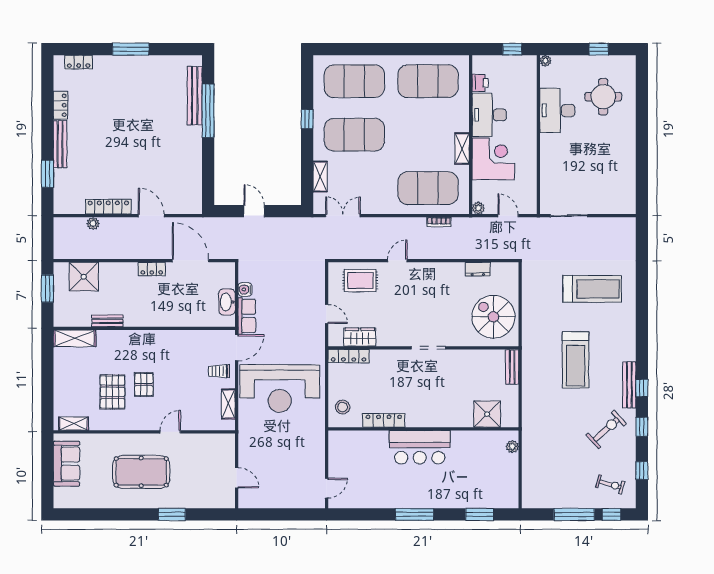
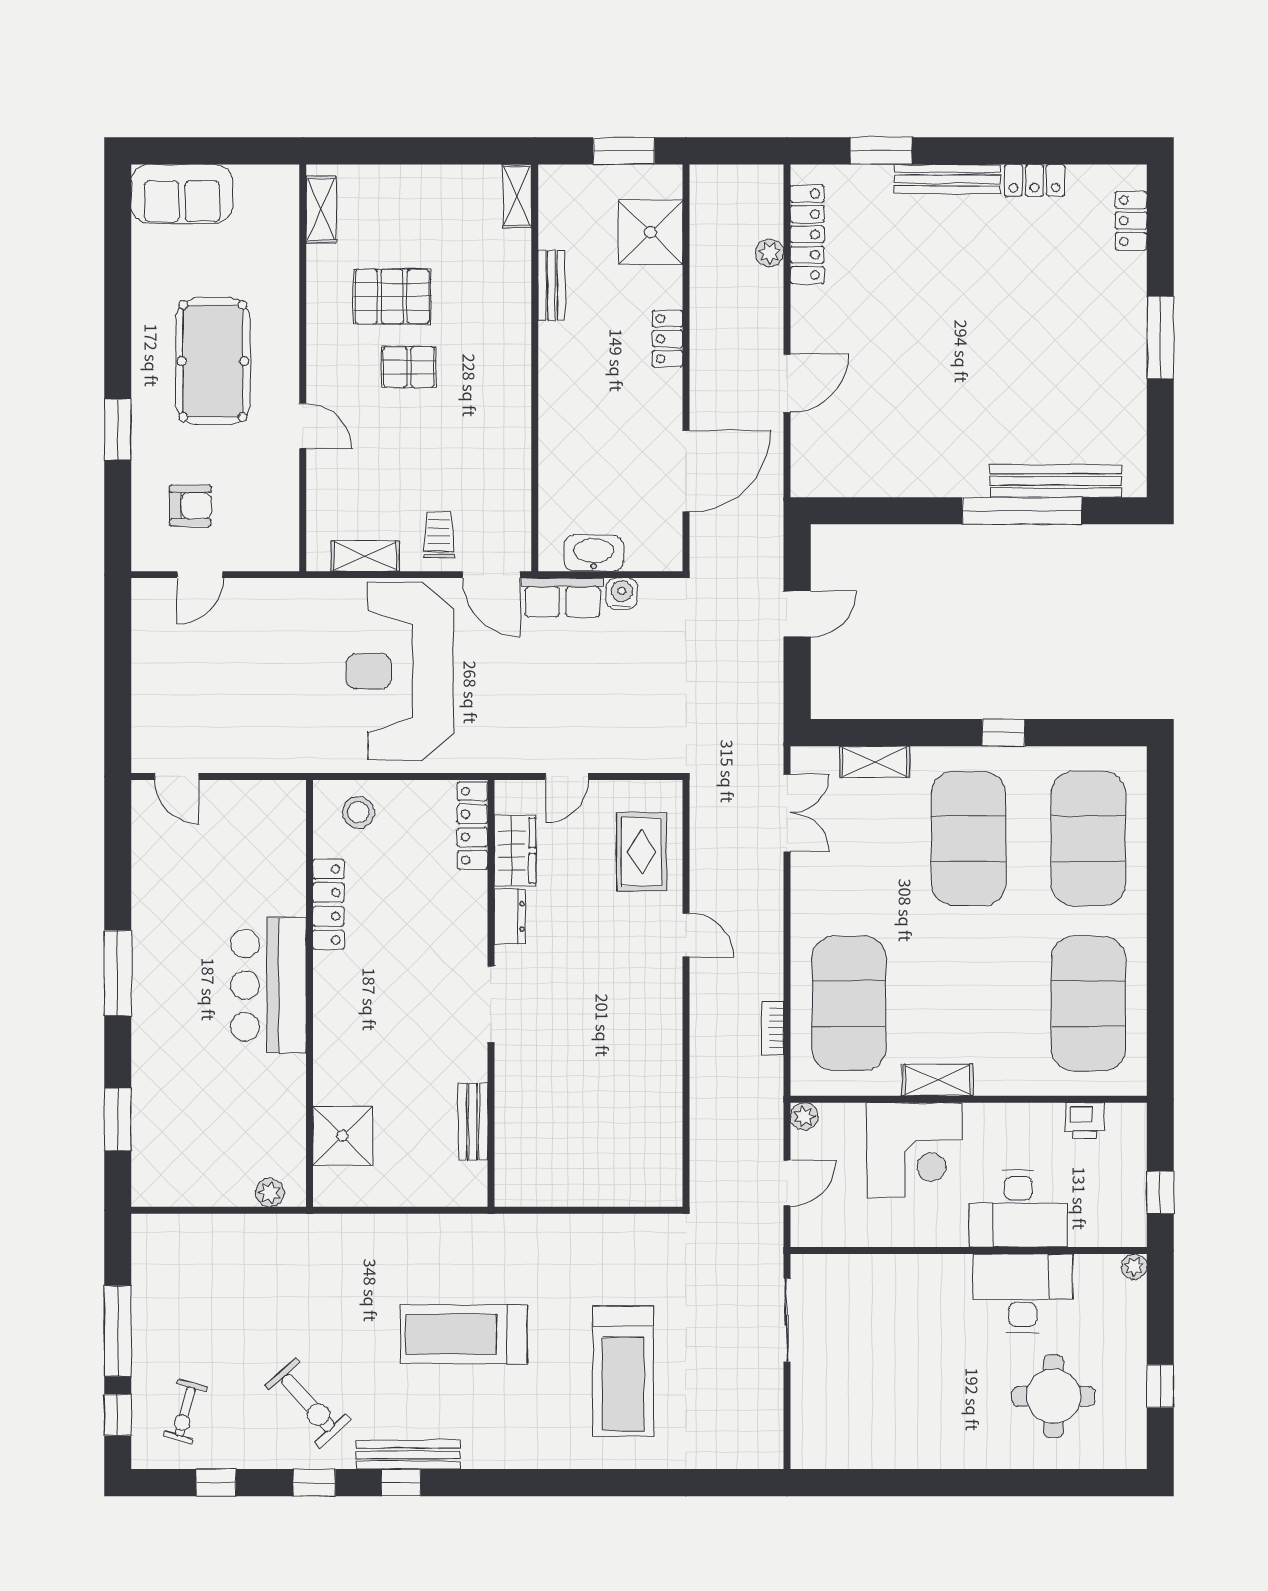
desk: (489, 115) -> (1018, 1209), moved, turned 180
locker: (108, 207) -> (807, 234), moved
locker: (152, 269) -> (667, 339), moved
dresser: (478, 269) -> (510, 917), moved, turned 180
spiral stairs: (493, 317) -> (560, 1150), removed
shelving: (75, 338) -> (517, 196), width x0.67, depth x0.75
bench: (512, 367) -> (473, 1122), moved, turned 90
sofa: (67, 464) -> (182, 194), moved
armchair: (206, 482) -> (190, 506), added

